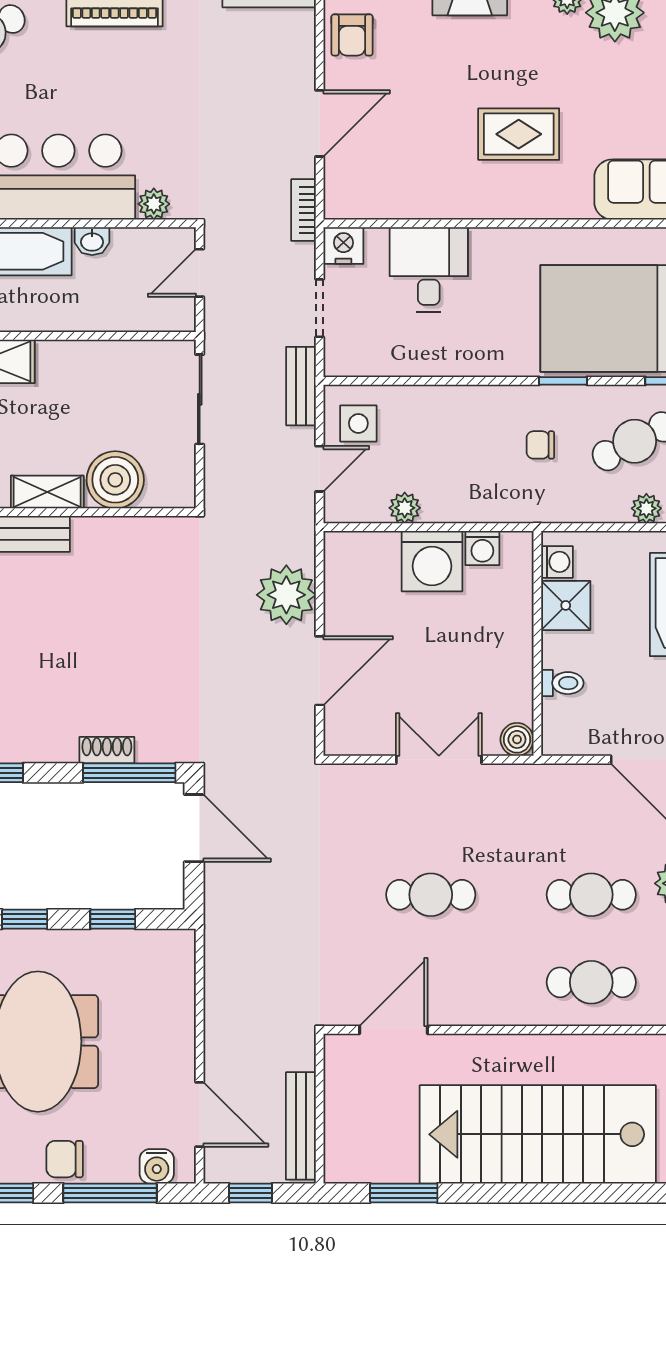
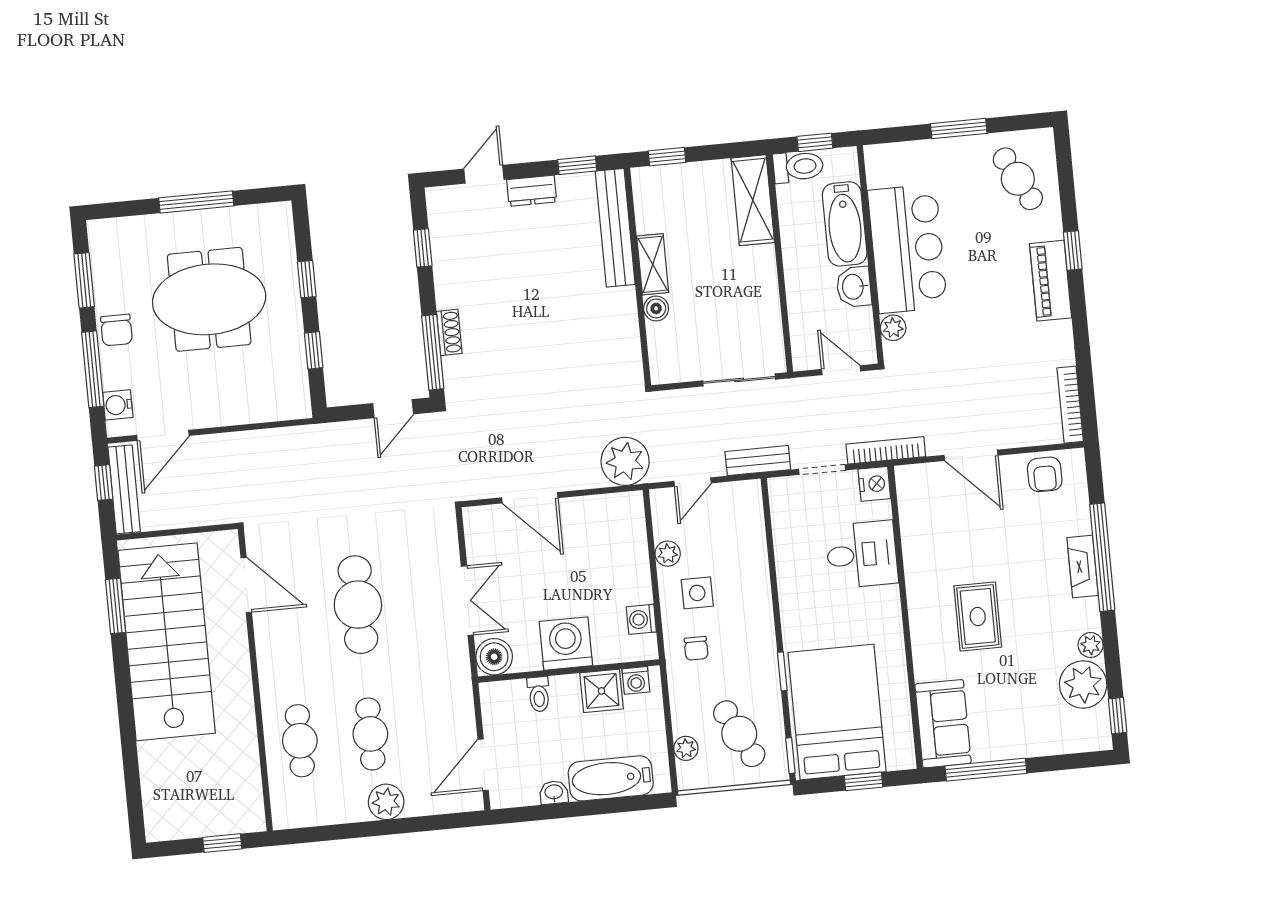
armchair: (352, 35) -> (1045, 474), turned -90
bookcase: (304, 210) -> (886, 450), width x1.56
washbasin: (92, 241) -> (854, 287), width x1.38, depth x1.45
side table: (358, 423) -> (697, 593), moved
chair: (540, 445) -> (696, 648), moved, turned 180
door: (320, 469) -> (693, 482), hinge flipped
boiler: (115, 480) -> (656, 308), width x0.54, depth x0.54
washing machine: (432, 561) -> (566, 644), moved, turned 90
plant: (286, 595) -> (625, 461), moved
boiler: (517, 739) -> (494, 657), width x1.36, depth x1.36
door: (194, 828) -> (393, 409), width x0.73
cafe table: (431, 895) -> (358, 605), width x1.37, depth x1.35
bench: (301, 1126) -> (124, 489), moved, turned 90
stairs: (538, 1134) -> (167, 642), moved
chair: (65, 1159) -> (116, 330), turned 180

